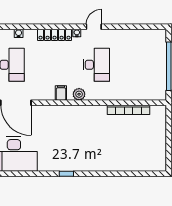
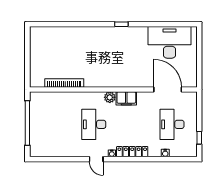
door: (94, 27) -> (96, 159), hinge flipped
filing cabinet: (61, 93) -> (126, 98), width x2.00

